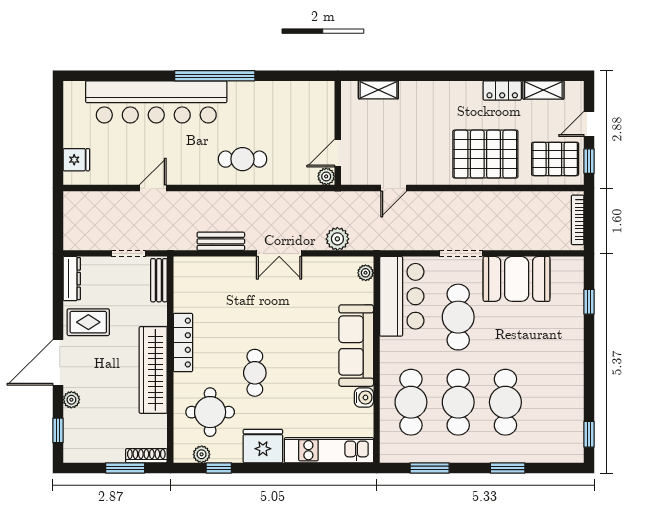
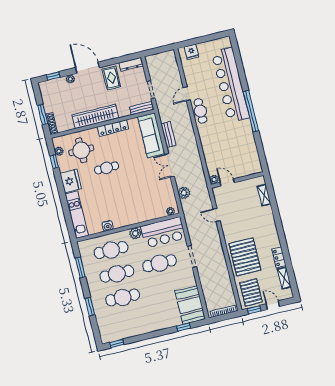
cafe table: (242, 159) -> (200, 111), moved
door: (153, 188) -> (187, 94), swing flipped
booth: (517, 279) -> (190, 305), moved
sofa: (356, 346) -> (151, 135), moved, turned -90
plant: (391, 349) -> (135, 233), added

